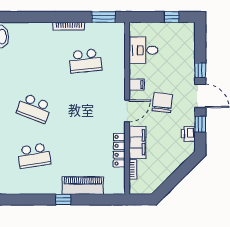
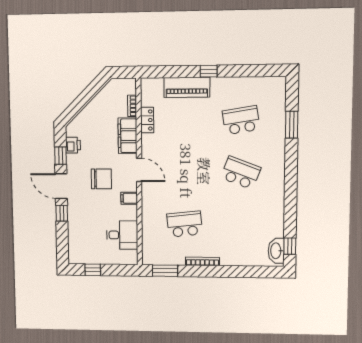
chair: (162, 103) -> (101, 179), turned -96
door: (127, 111) -> (139, 170), swing flipped
locker: (119, 150) -> (147, 120), width x0.66

